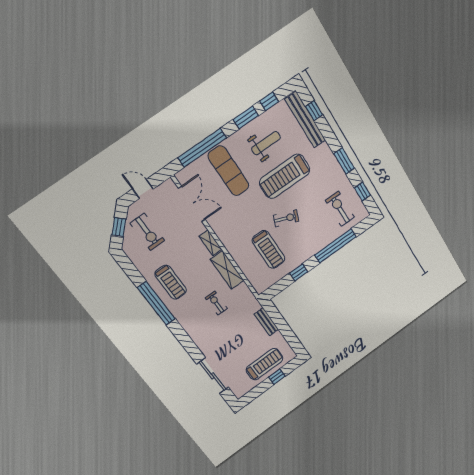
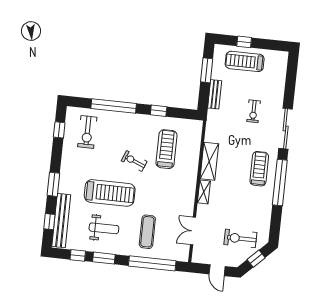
weight bench: (266, 143) -> (104, 228), turned 180
window: (344, 161) -> (53, 184), moved
exercise mat: (229, 171) -> (147, 232), width x0.73, depth x0.69
double door: (192, 204) -> (193, 231), width x0.73
exercise bike: (147, 232) -> (240, 238), turned -90
treadmill: (171, 282) -> (259, 169), moved
exercise bike: (216, 303) -> (254, 111), moved
window: (287, 333) -> (207, 70), added
sliding door: (213, 376) -> (286, 129), moved

